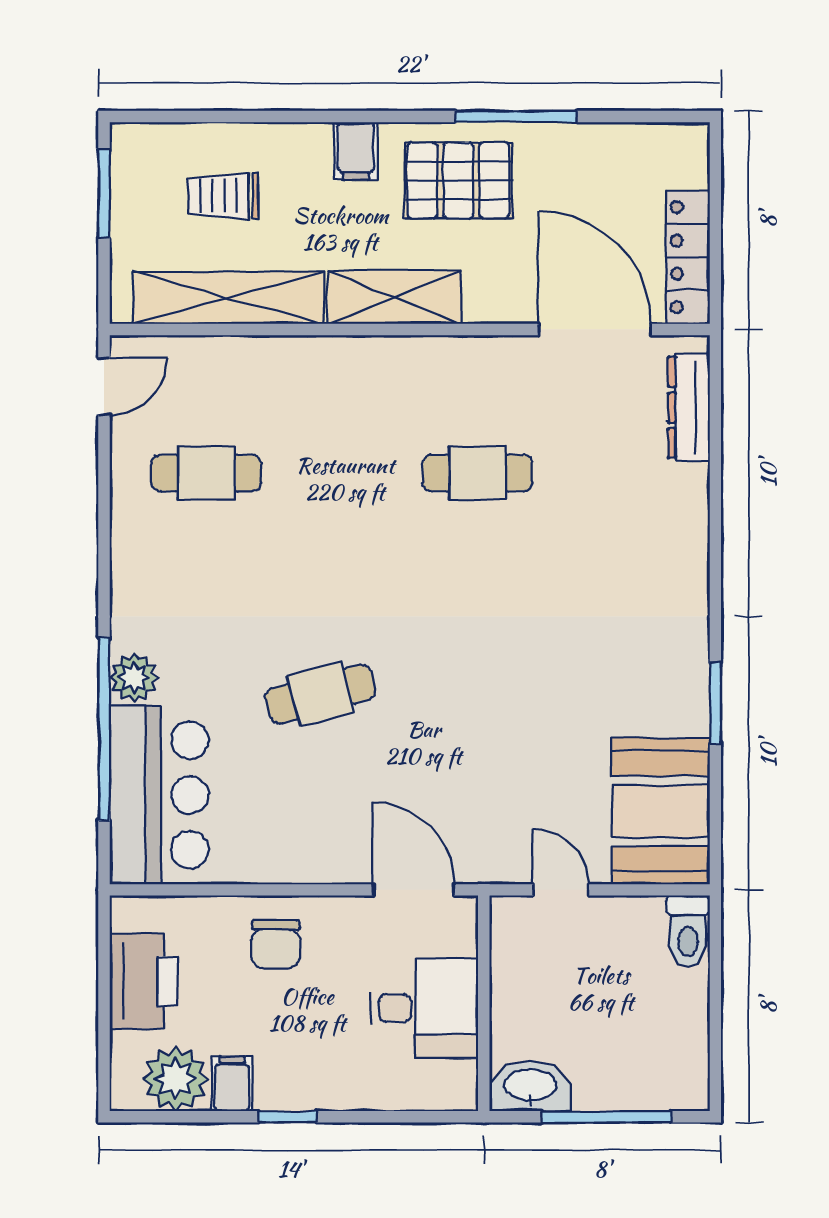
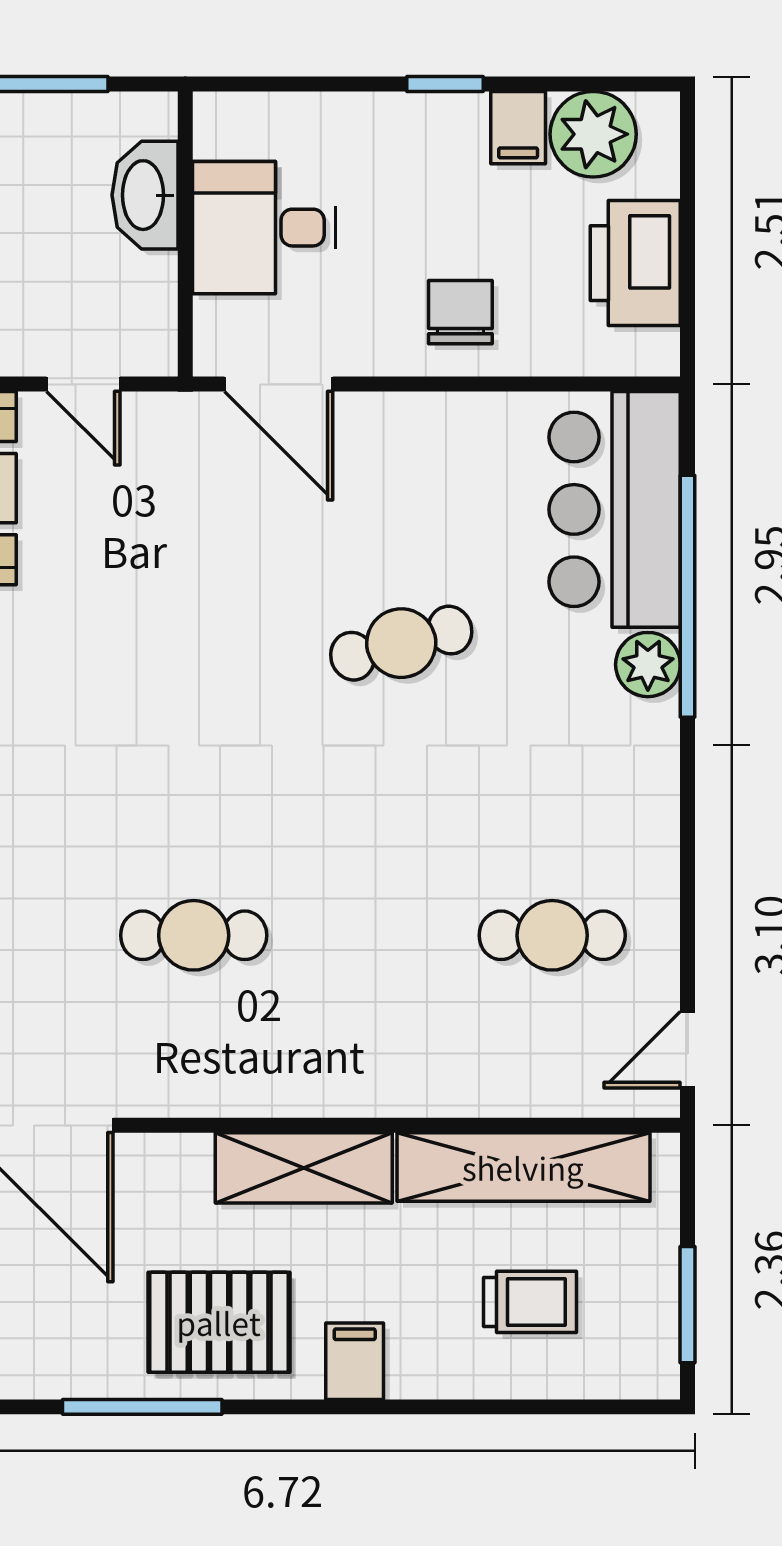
washbasin: (530, 1086) -> (145, 195), moved, turned 90

